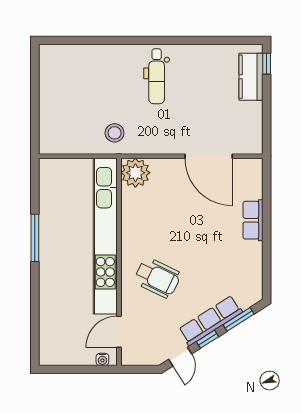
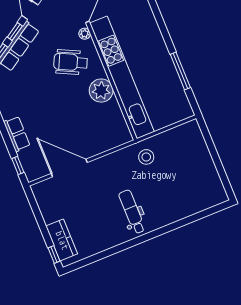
plant: (135, 173) -> (101, 91), moved
window: (267, 183) -> (18, 166), added
window: (35, 238) -> (180, 71), moved
plant: (128, 304) -> (85, 34), added

